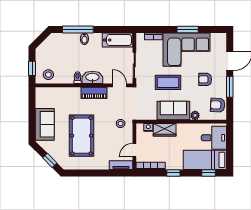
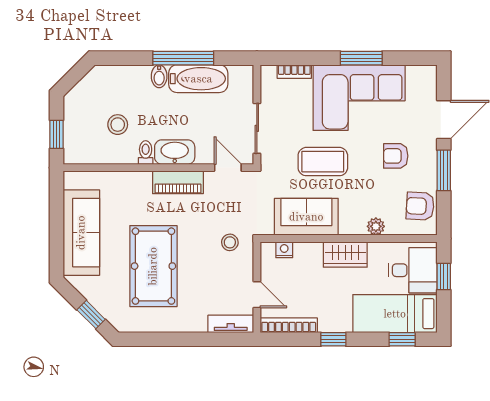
window: (78, 30) -> (183, 58), moved
bathtub: (118, 40) -> (198, 79), moved
stool: (48, 75) -> (118, 125), moved
sofa: (173, 110) -> (306, 217), moved
sofa: (45, 124) -> (81, 233), width x1.36
wardrobe: (165, 130) -> (345, 255), moved
window: (230, 141) -> (444, 276), added
door: (134, 150) -> (257, 295), swing flipped

